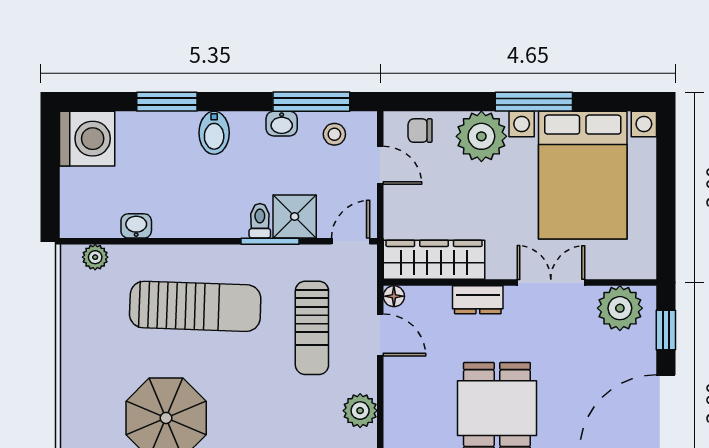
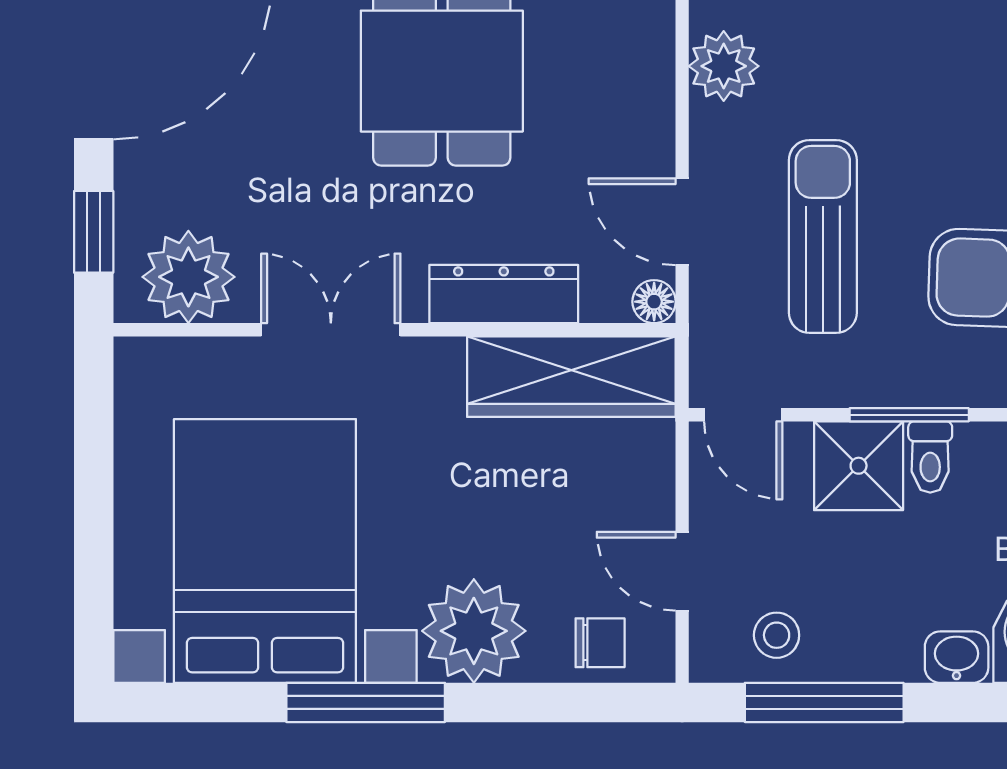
washbasin: (282, 124) -> (957, 657), moved
door: (351, 241) -> (743, 415), hinge flipped
double door: (551, 283) -> (331, 330), swing flipped
dresser: (478, 300) -> (504, 294), width x1.44

